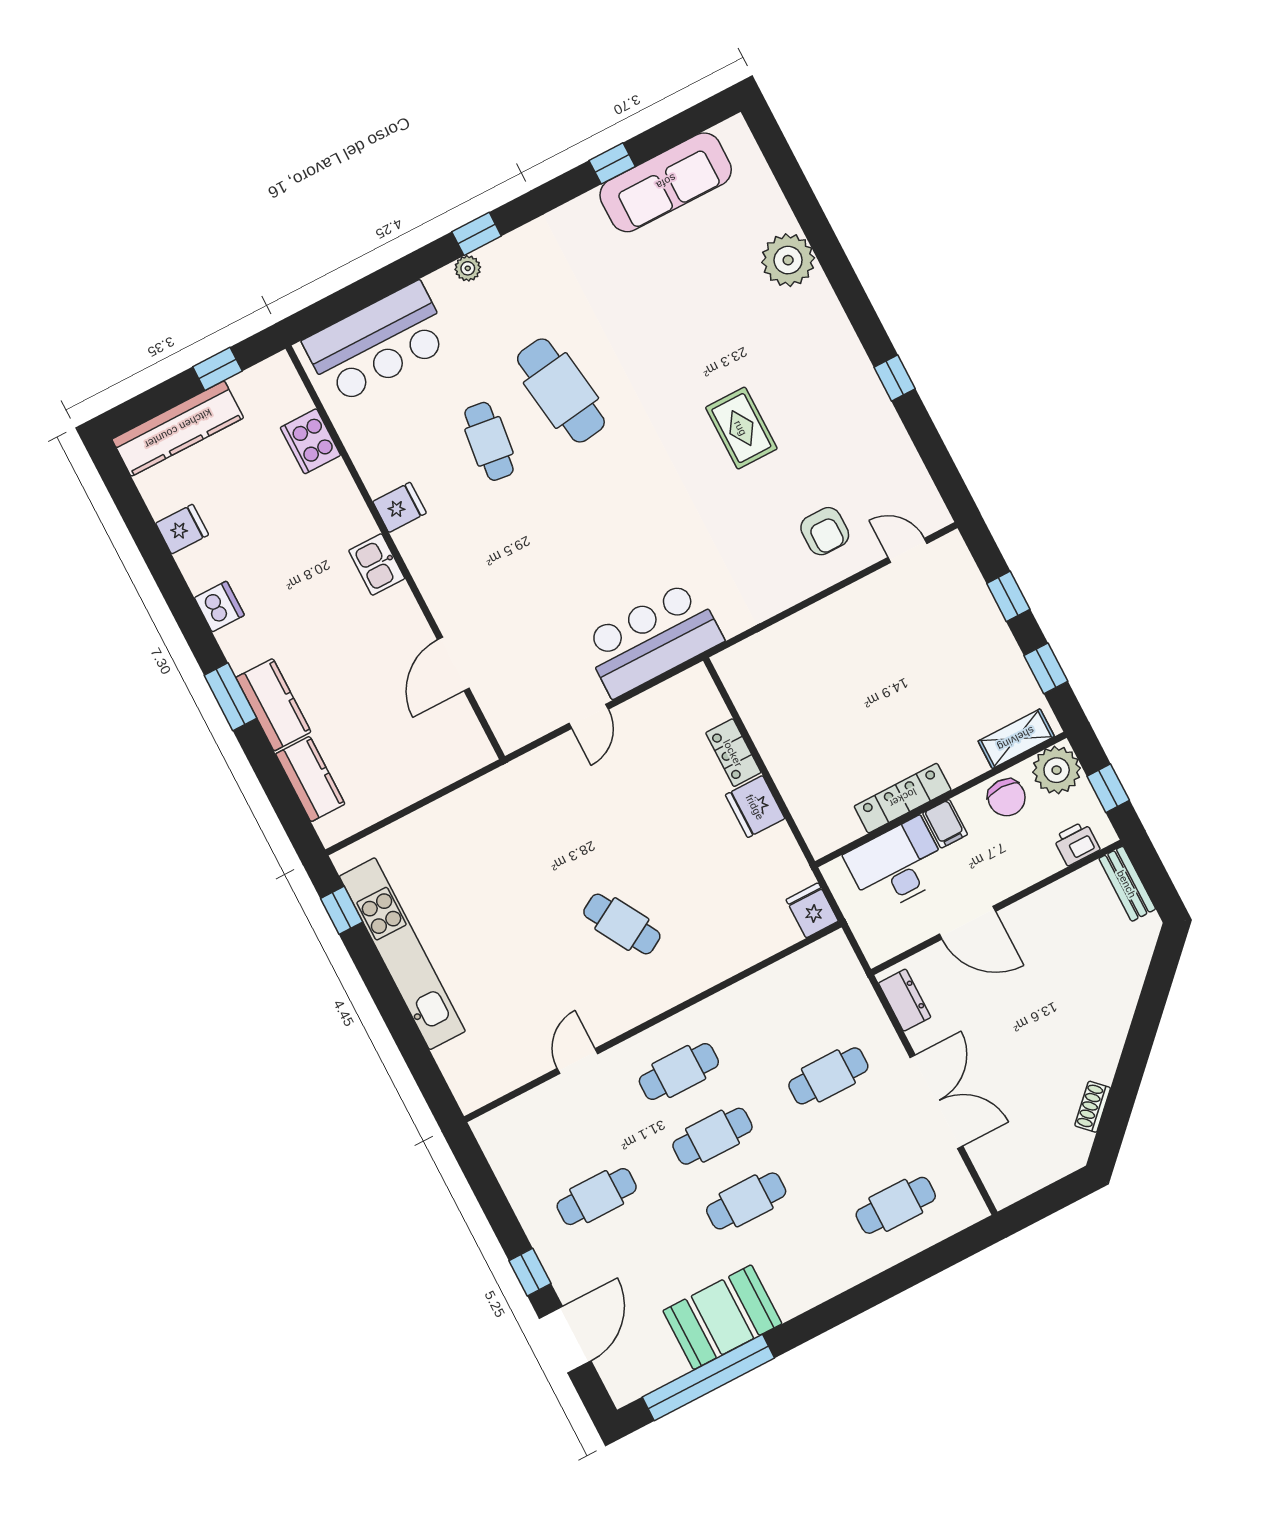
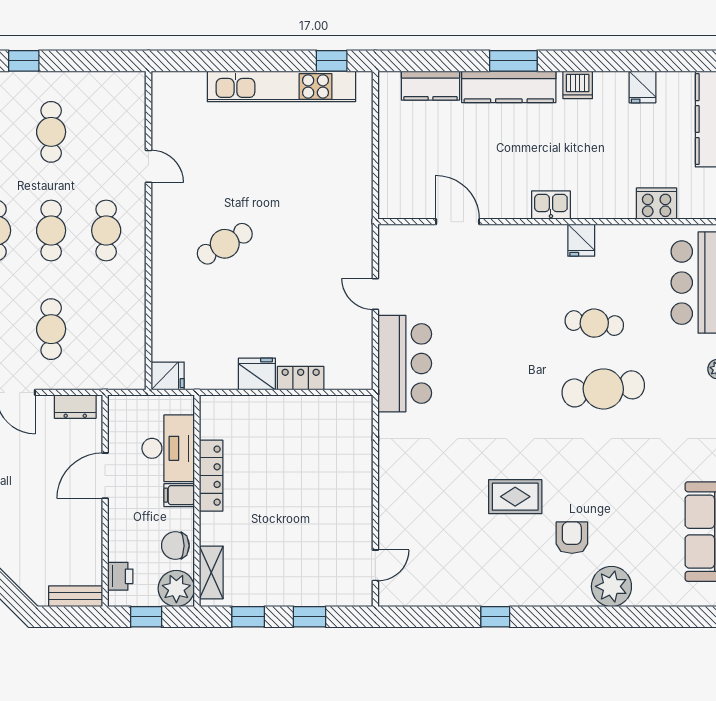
armchair: (825, 531) -> (572, 538), moved, turned 90
kitchen counter: (273, 705) -> (509, 87), width x1.50

